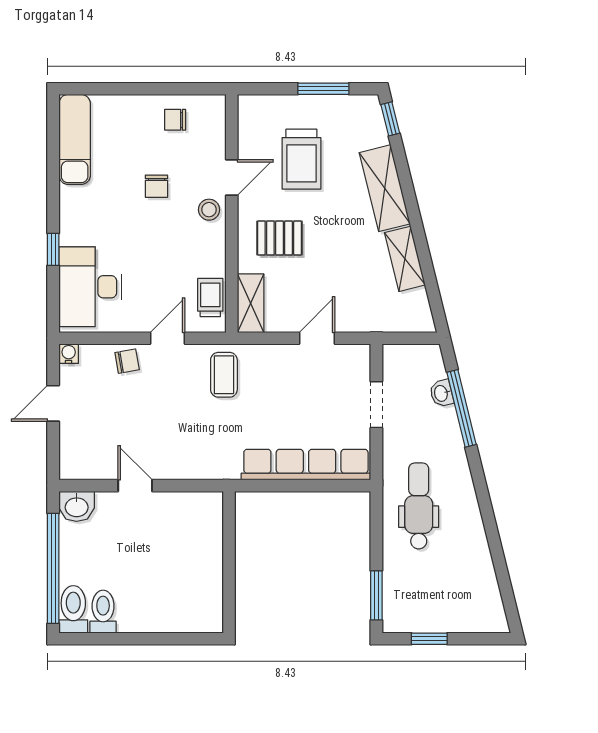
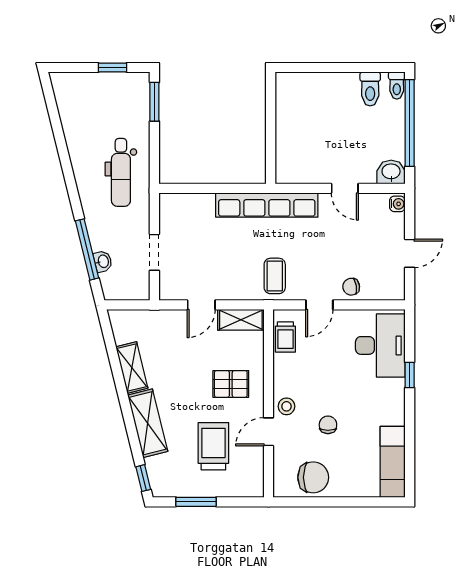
chair: (175, 120) -> (313, 477), width x1.87, depth x1.87
shelving: (251, 303) -> (241, 320), moved, turned 90
water cooler: (69, 354) -> (397, 204), moved, turned -90
row of seats: (306, 465) -> (267, 205), moved
toilet: (73, 609) -> (397, 86), width x0.73, depth x0.72

